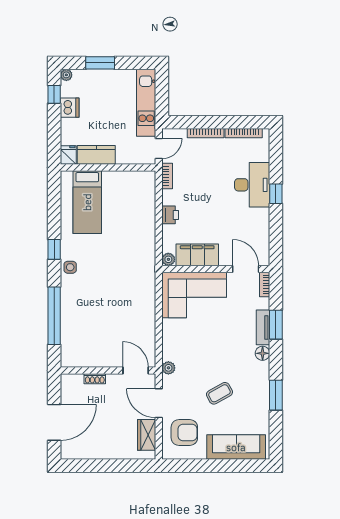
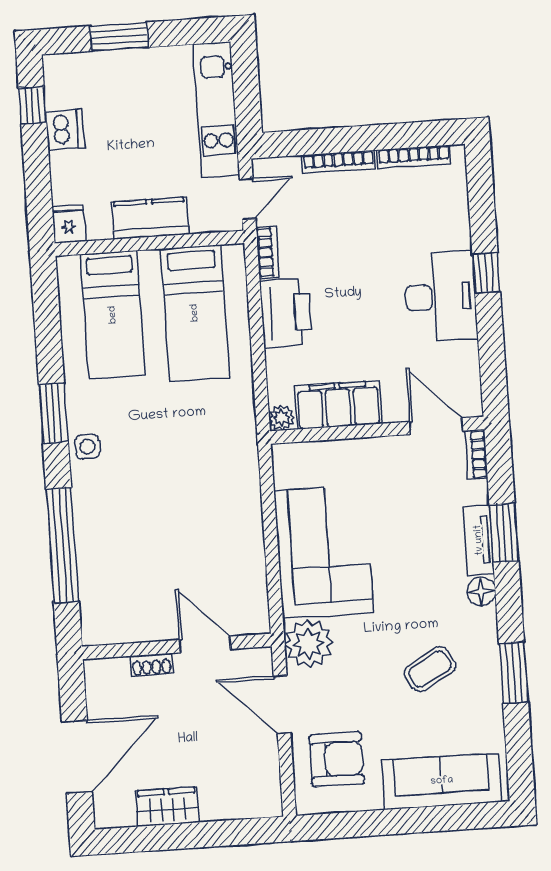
plant: (66, 75) -> (54, 65), removed
kitchen counter: (96, 155) -> (150, 218), moved
desk: (252, 185) -> (440, 297), moved
bed: (129, 204) -> (195, 313), added
printer: (170, 215) -> (286, 313), width x1.87, depth x1.48
window: (54, 249) -> (53, 413), width x1.50
corner sofa: (194, 295) -> (324, 551), moved, turned -90
plant: (168, 368) -> (309, 644), width x1.87, depth x1.87
door: (136, 370) -> (205, 644), moved
coffee table: (219, 393) -> (430, 669), moved
wardrobe: (147, 435) -> (167, 807), moved, turned 90

